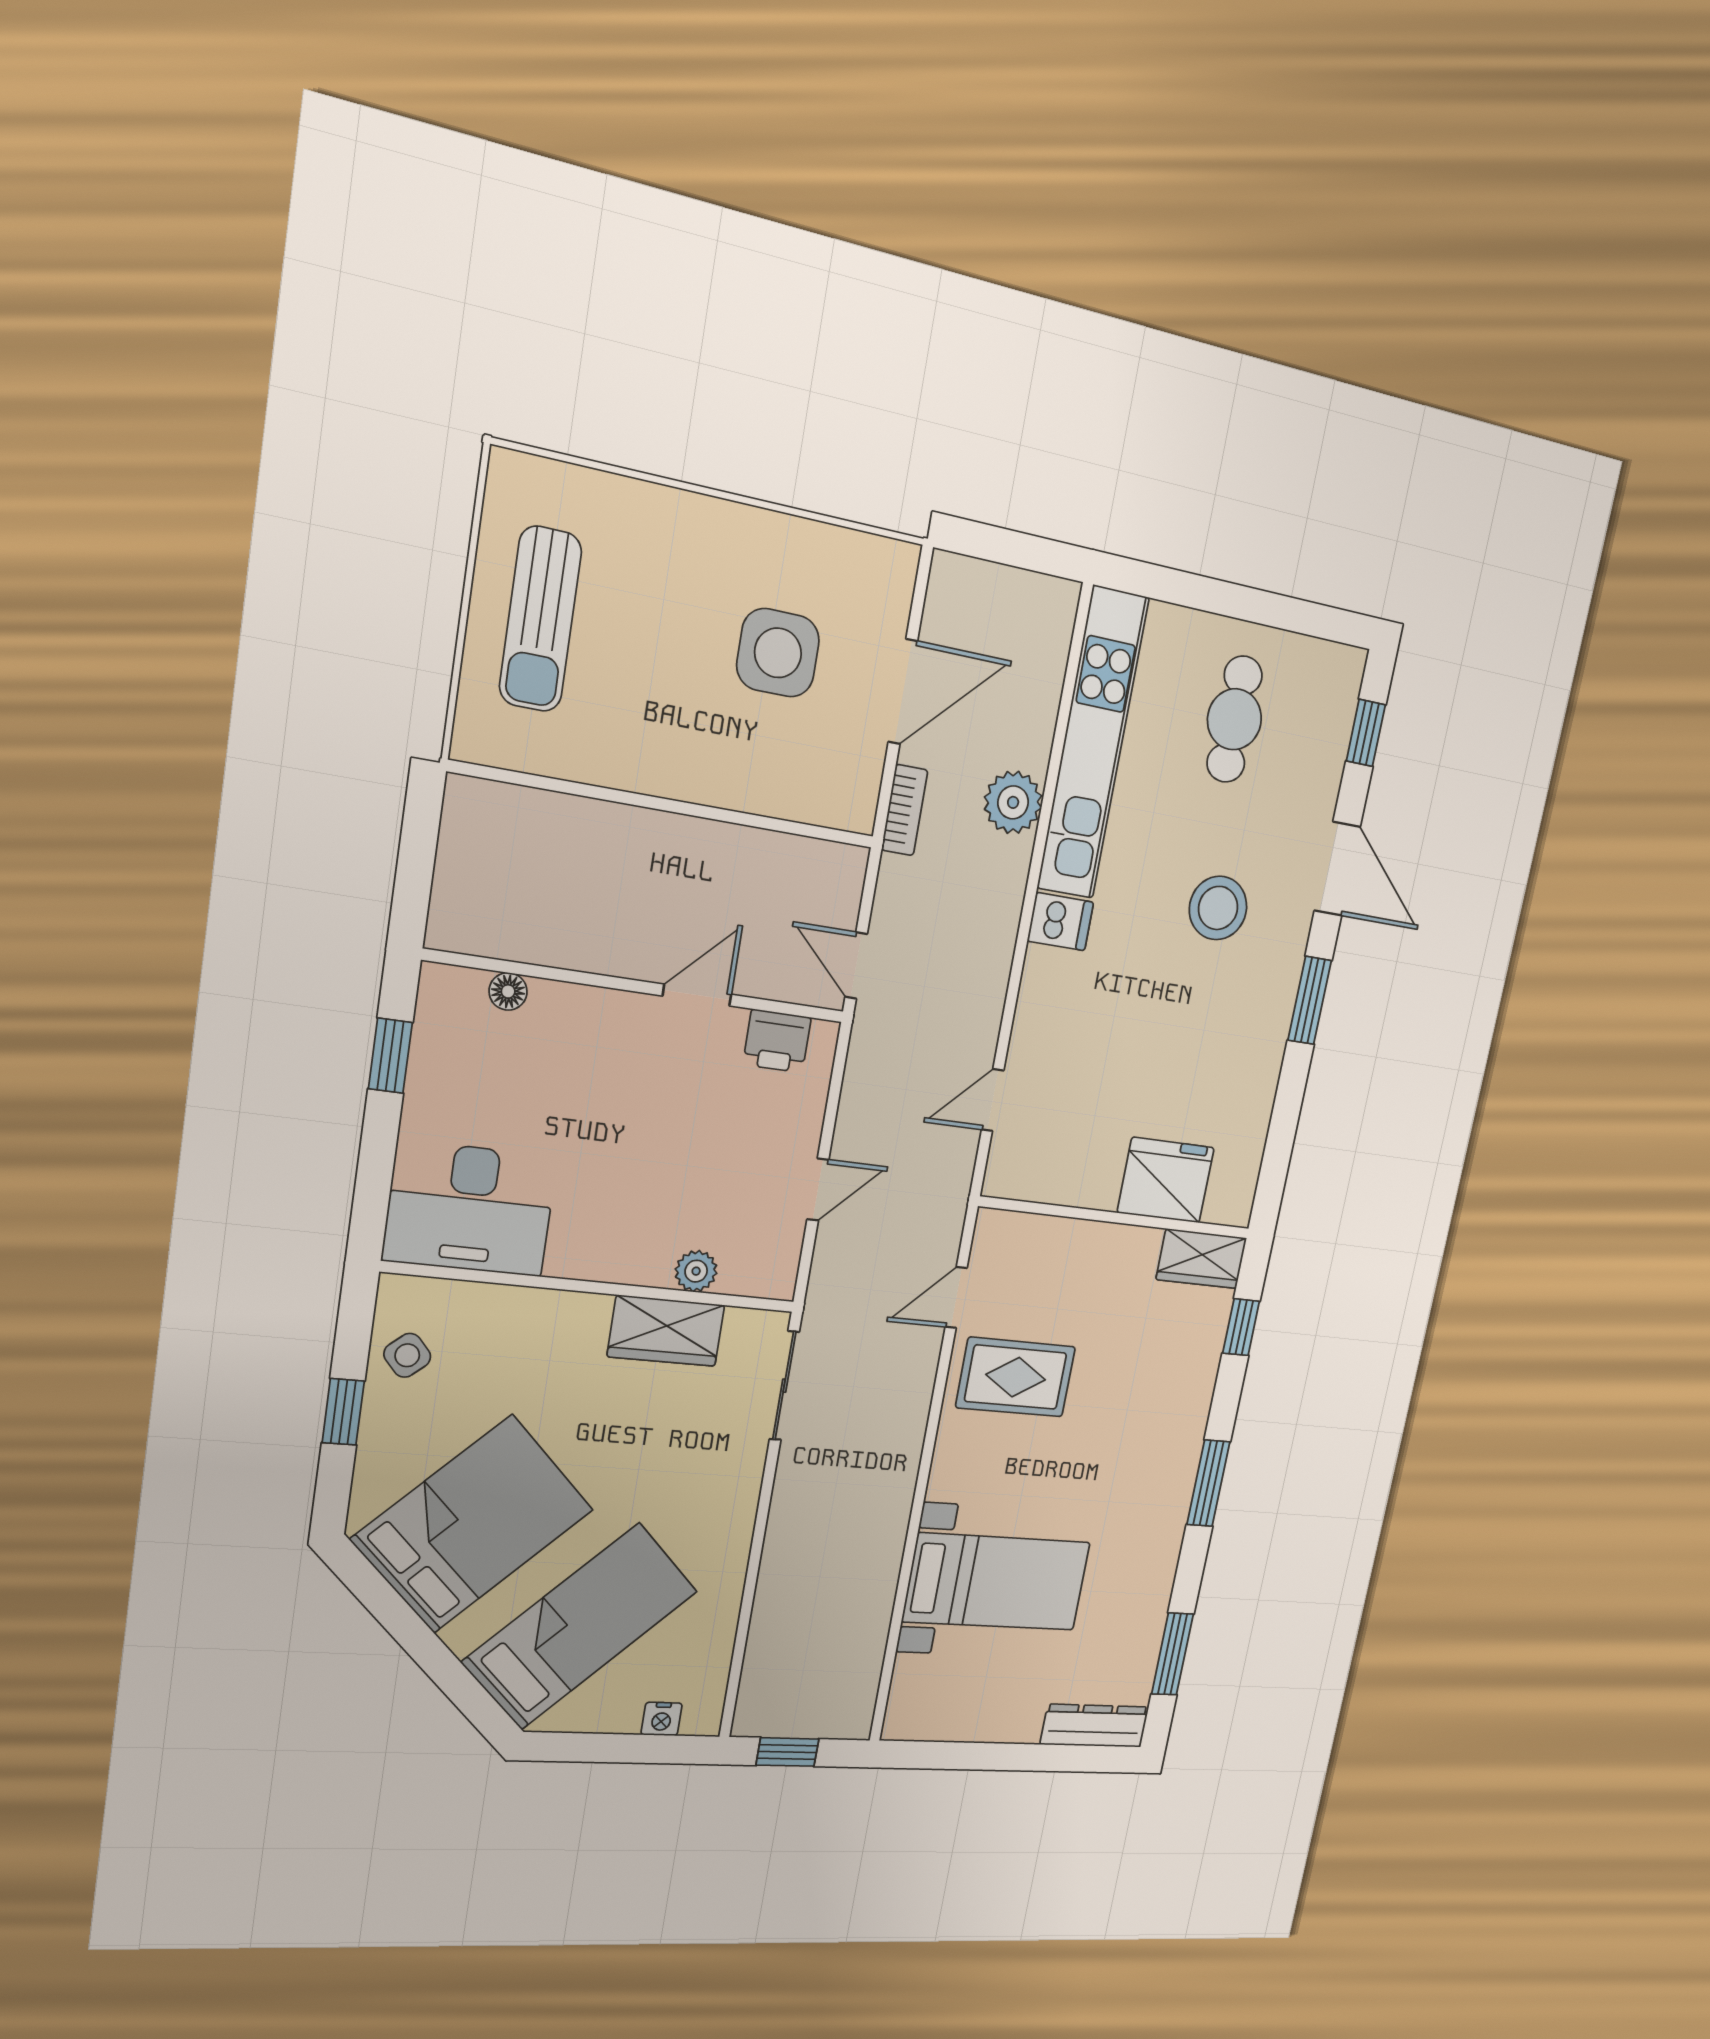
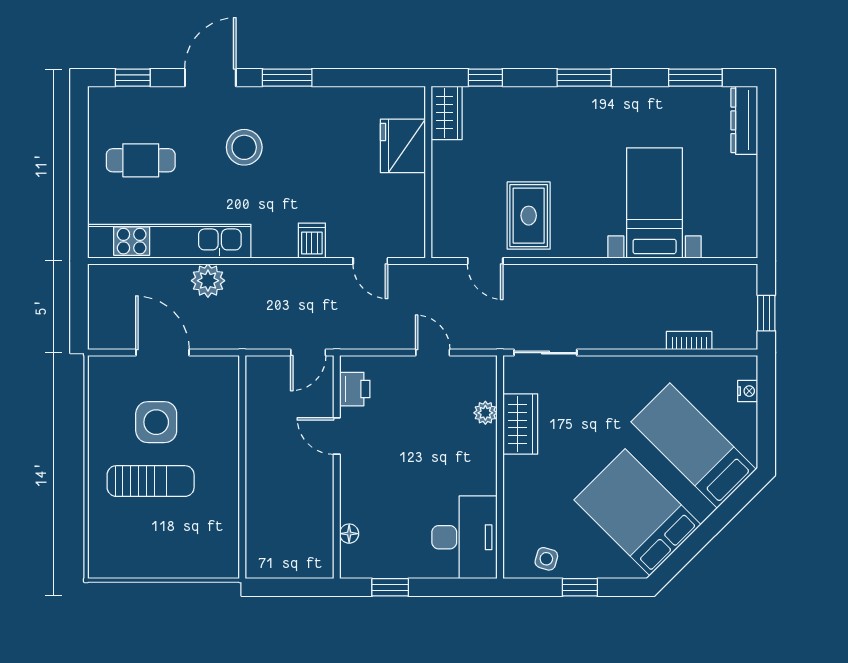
sun lounger: (540, 619) -> (151, 481), moved
bookcase: (905, 810) -> (689, 341), moved
dishwasher: (1060, 922) -> (312, 241), moved
side table: (407, 1355) -> (546, 559), turned -33

